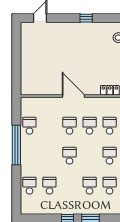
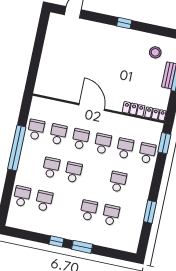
school desk: (49, 126) -> (58, 134), added
school desk: (49, 156) -> (51, 168), added

